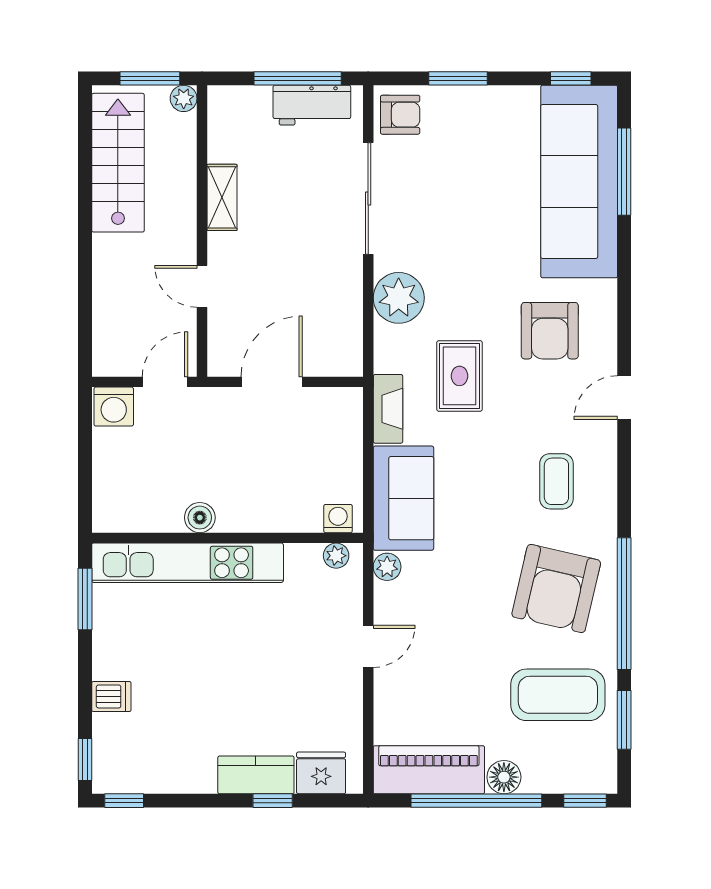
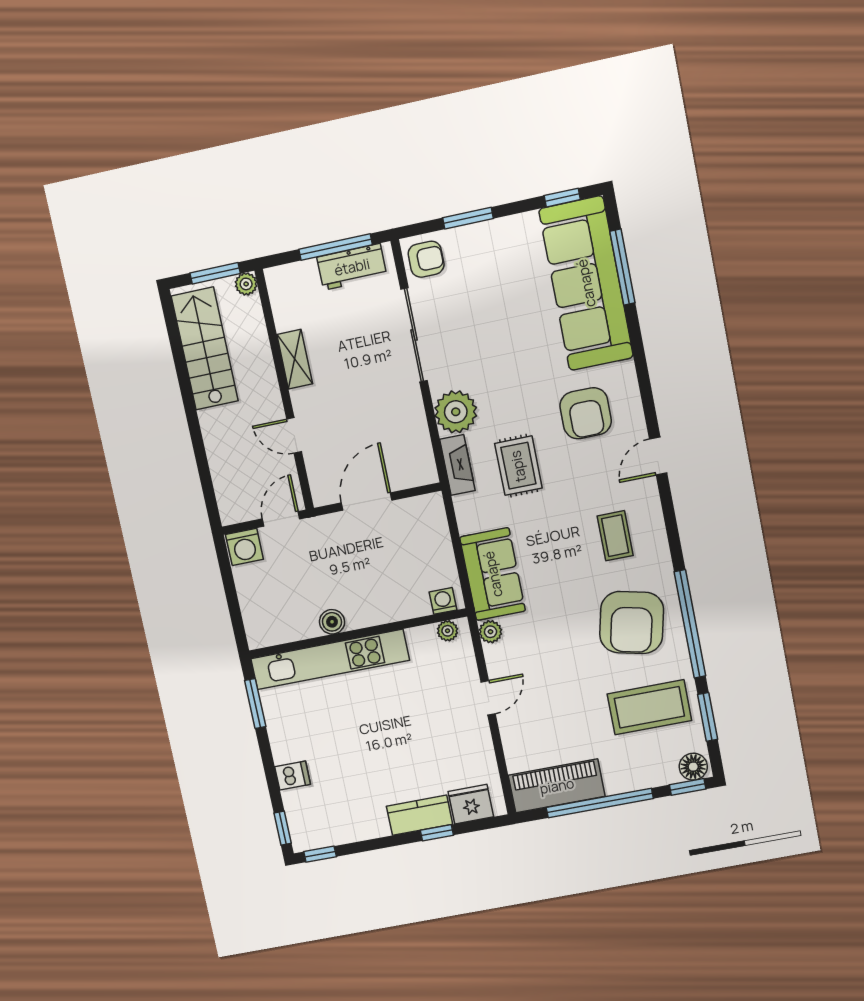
fireplace: (388, 409) -> (457, 465), moved
floor lamp: (504, 777) -> (693, 767), moved

